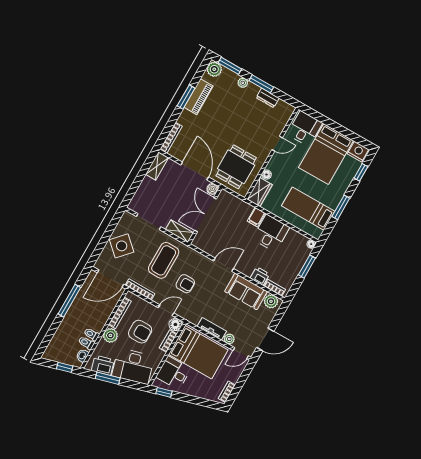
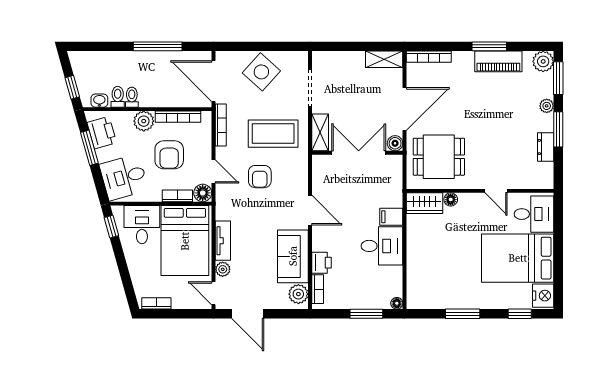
bed: (308, 209) -> (438, 275), removed
desk: (133, 366) -> (124, 177), width x0.73

